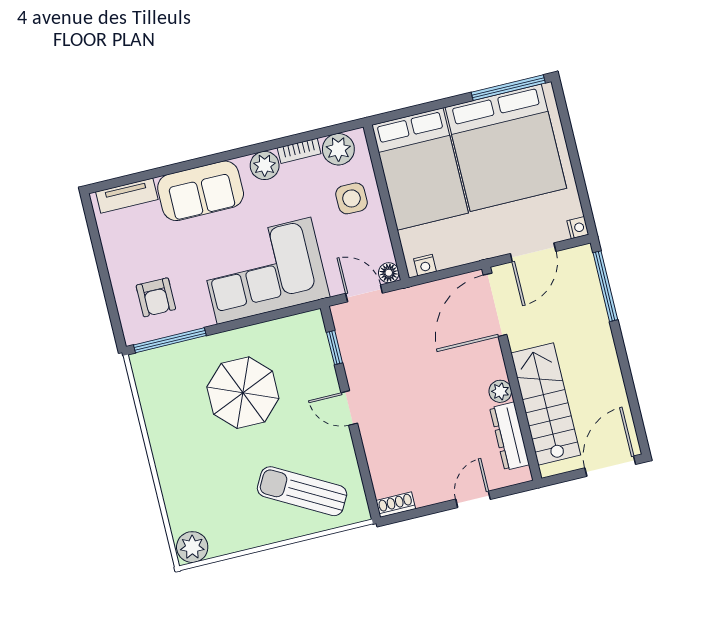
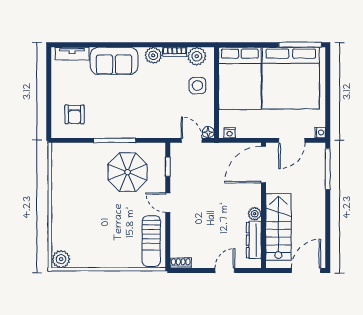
corner sofa: (264, 271) -> (139, 114), removed
window: (170, 340) -> (115, 140), moved
parasol: (243, 393) -> (128, 172), moved
sun lounger: (302, 491) -> (151, 241), moved, turned -119

